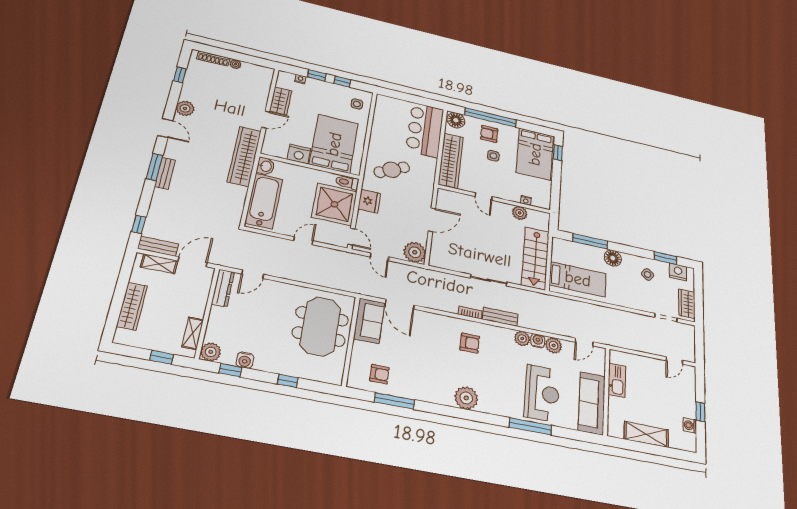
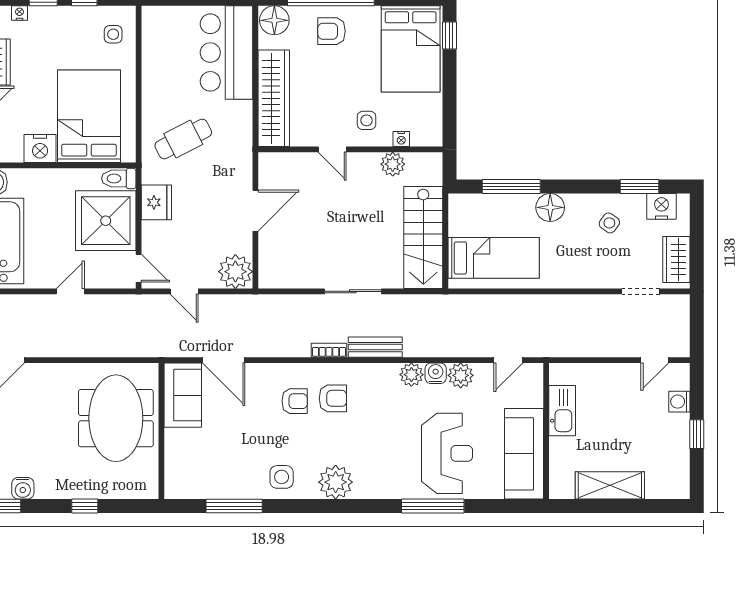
side table: (493, 156) -> (366, 120), moved
armchair: (379, 374) -> (295, 401), moved
side table: (430, 387) -> (282, 477), added
washing machine: (690, 425) -> (679, 402), moved

